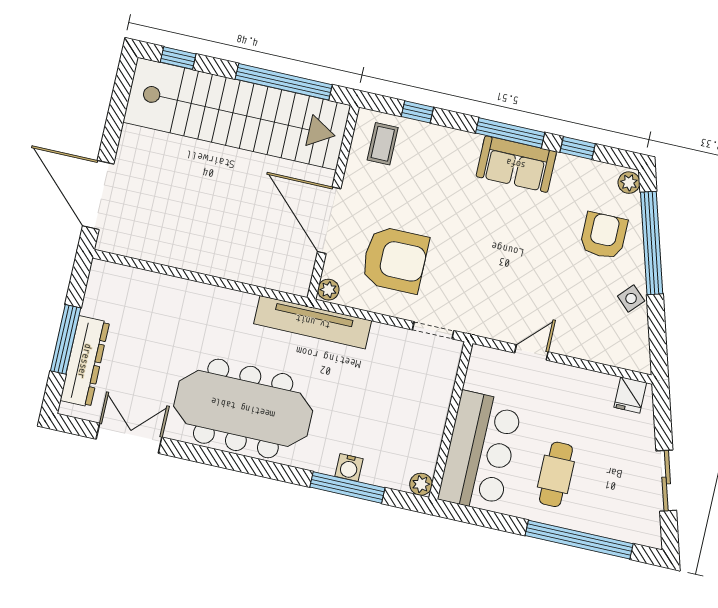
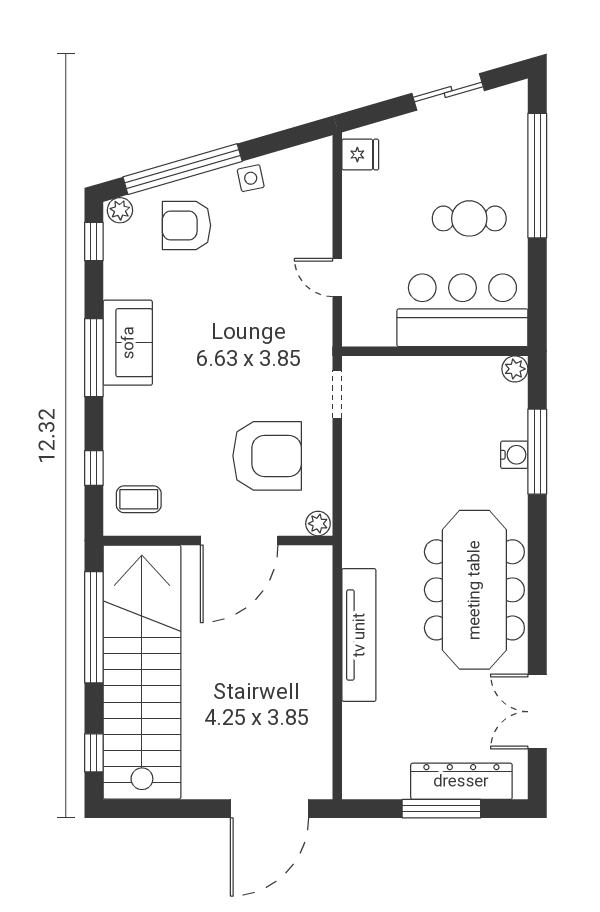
window: (578, 148) -> (94, 241), moved
armchair: (395, 260) -> (267, 456), turned 90
side table: (631, 298) -> (251, 178), turned 35
tv unit: (313, 322) -> (359, 635), moved

